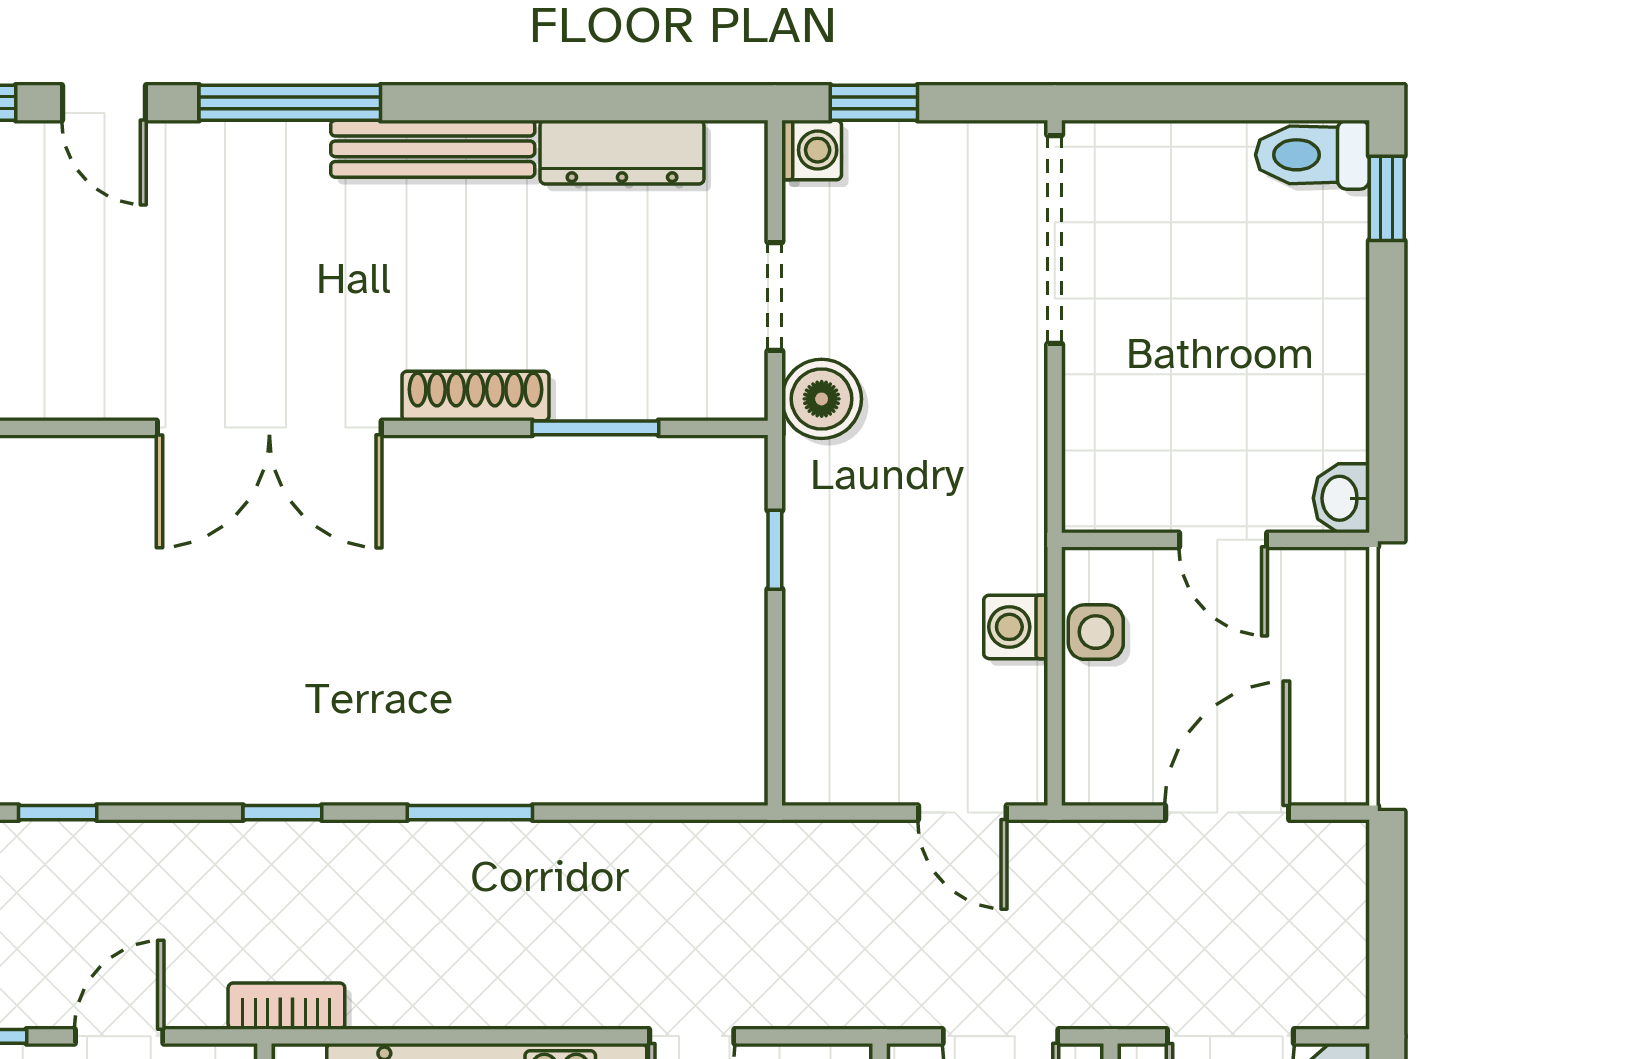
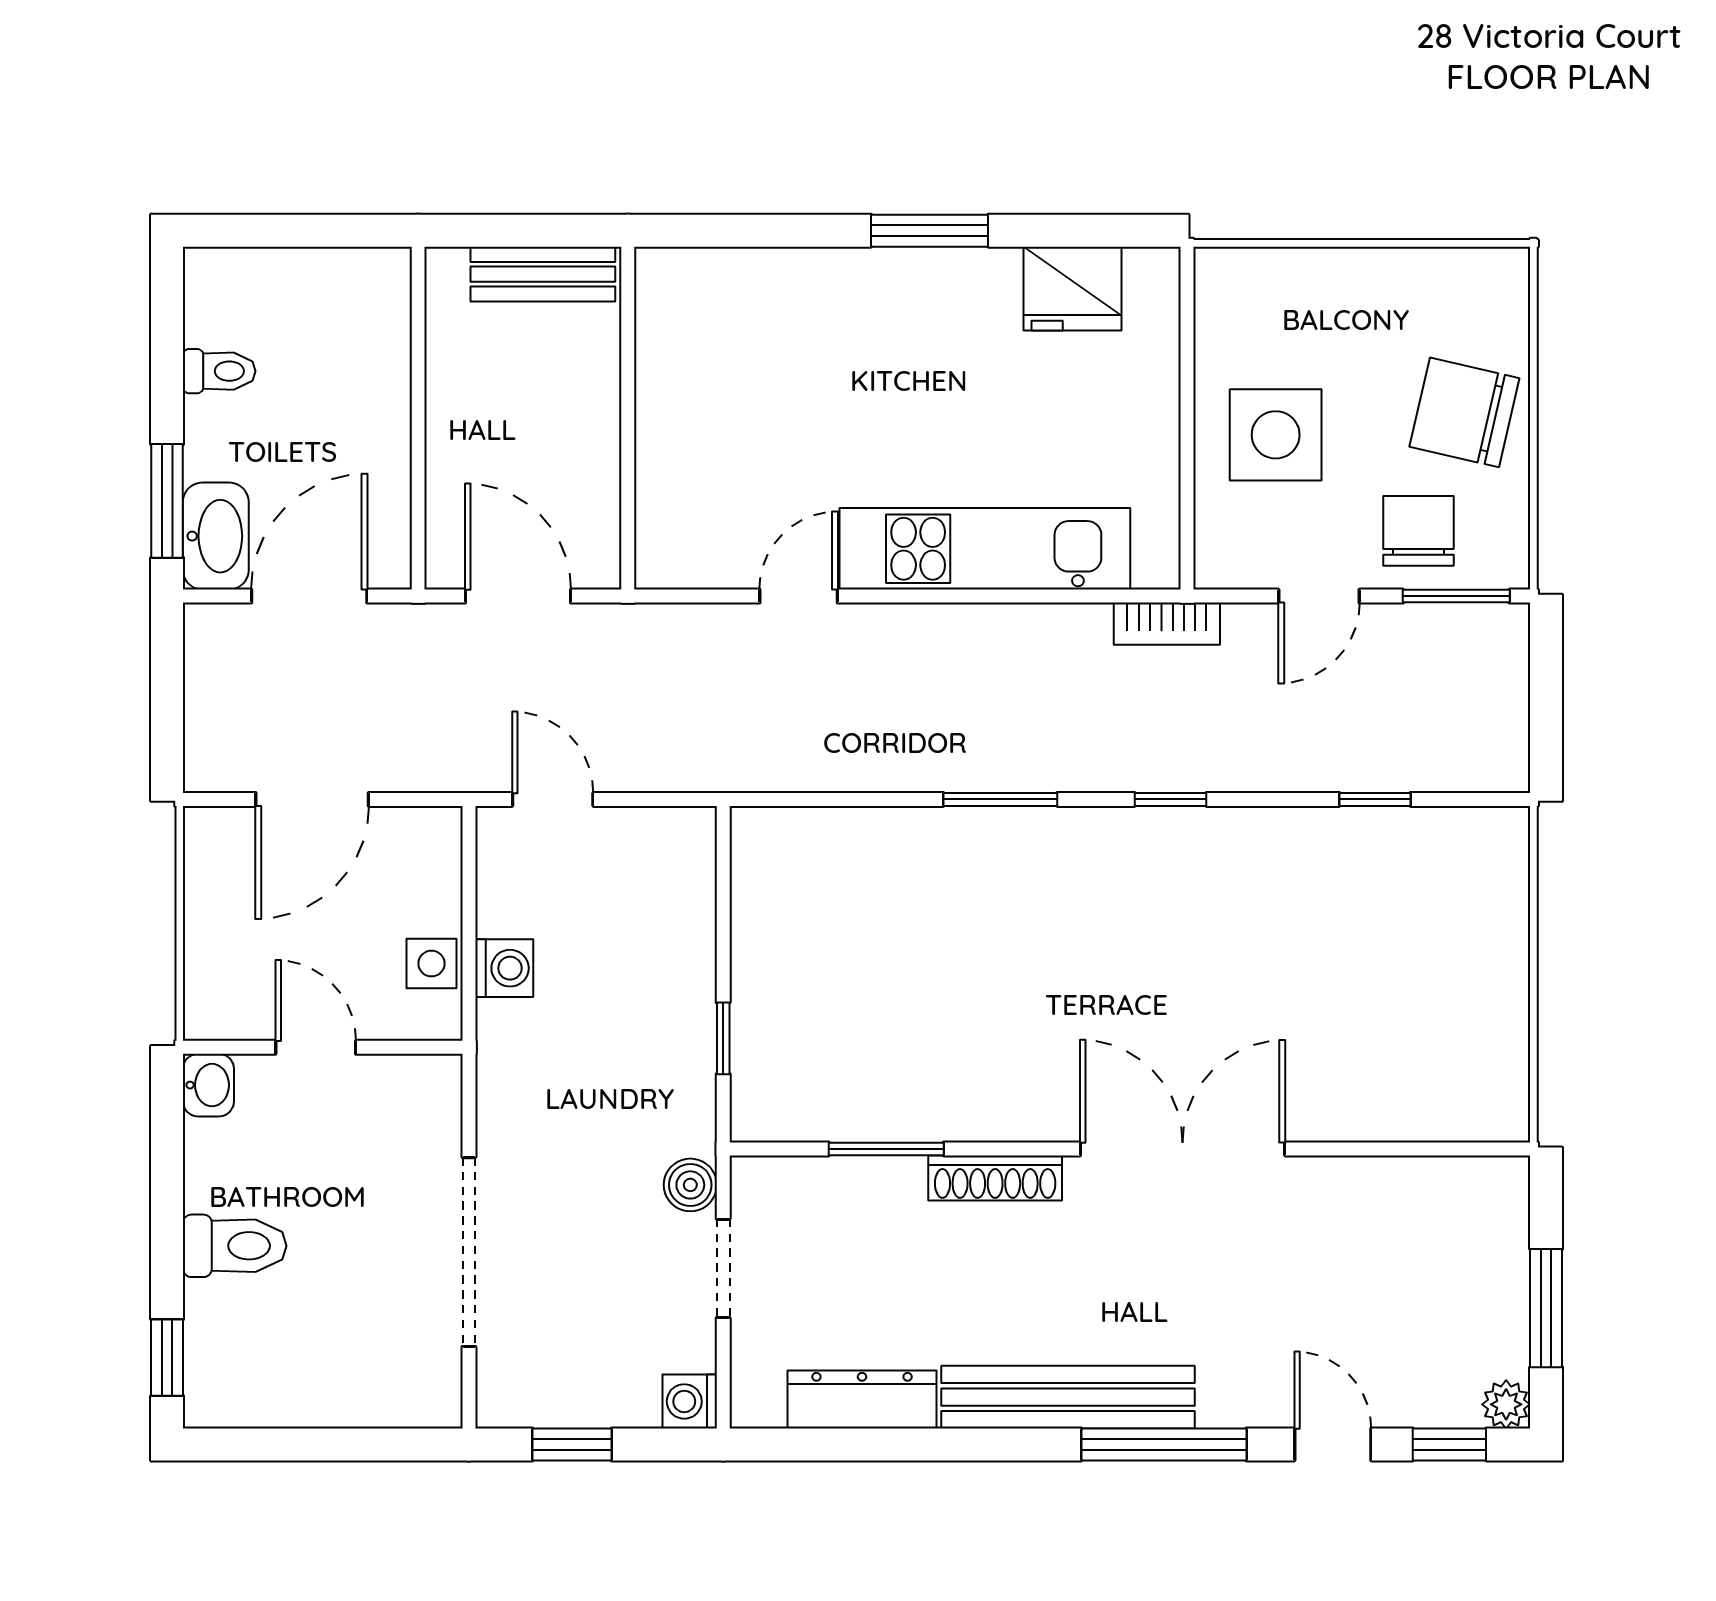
window: (874, 103) -> (572, 1444), moved
bench: (433, 149) -> (1068, 1397), width x1.37, depth x1.21
toilet: (1312, 155) -> (235, 1246), moved
doorway: (1055, 239) -> (469, 1252), moved
boiler: (822, 399) -> (690, 1185), width x0.73, depth x0.73

